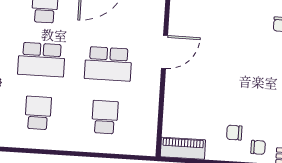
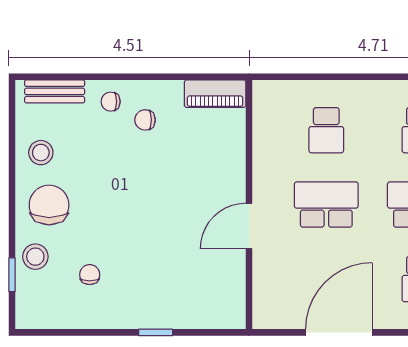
chair: (234, 133) -> (145, 120), turned 180

